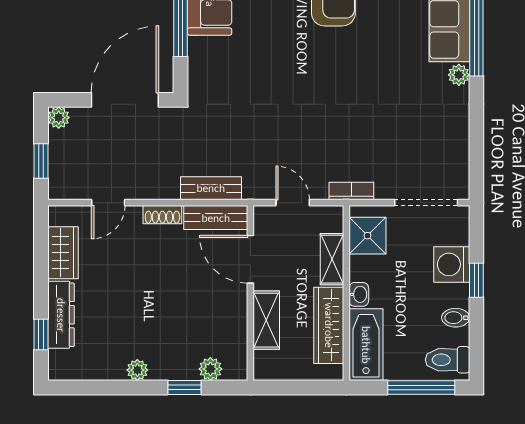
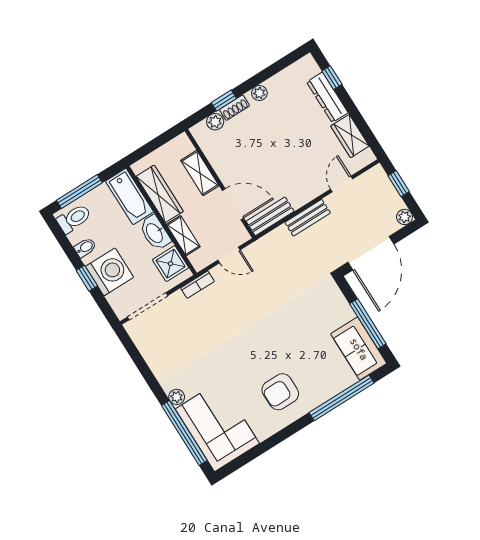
bench: (211, 188) -> (308, 218), moved
shoe rack: (162, 215) -> (234, 108), moved, turned 180
washing machine: (452, 264) -> (109, 272), width x1.37, depth x1.37
washbasin: (359, 294) -> (155, 233), width x1.91, depth x1.45

